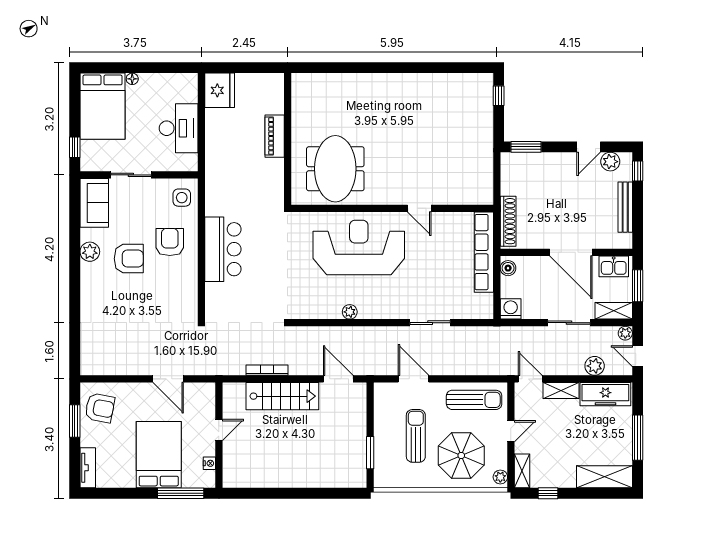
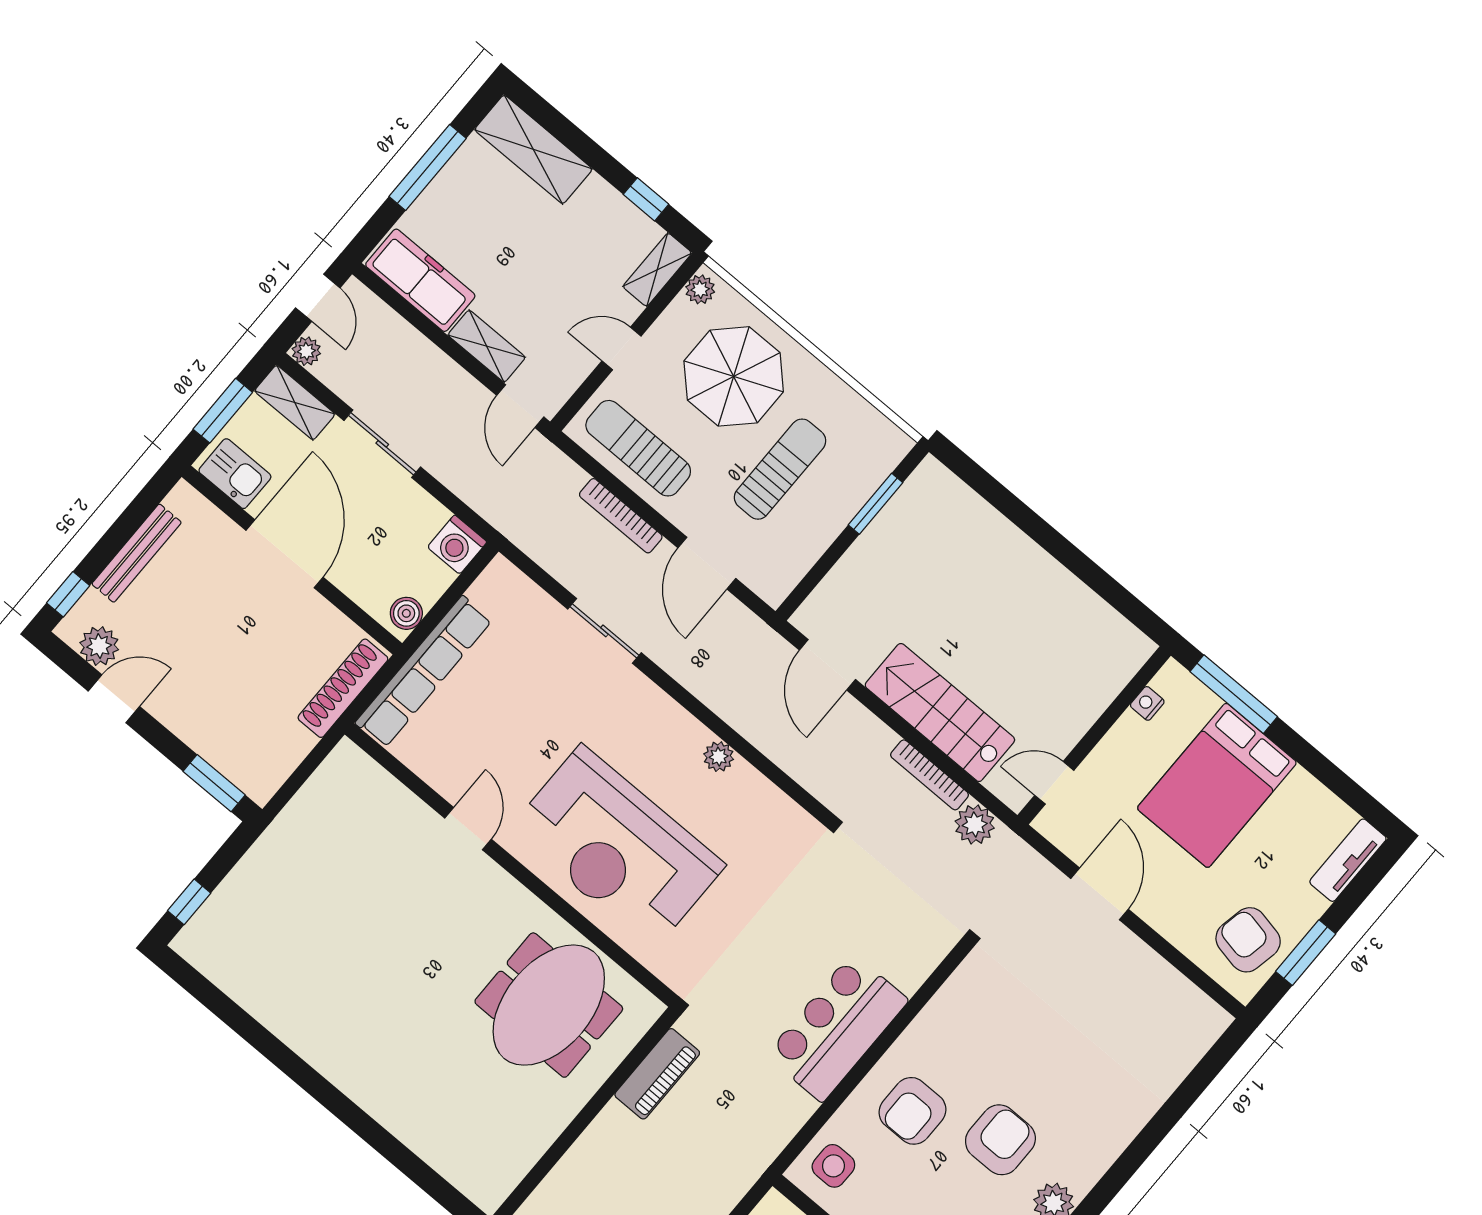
piano: (275, 136) -> (657, 1074), moved
armchair: (129, 259) -> (1000, 1140), turned 90
plant: (595, 366) -> (975, 825), moved
bookcase: (460, 370) -> (621, 516), added
door: (219, 430) -> (1054, 783), moved
sun lounger: (416, 436) -> (780, 469), turned 180

